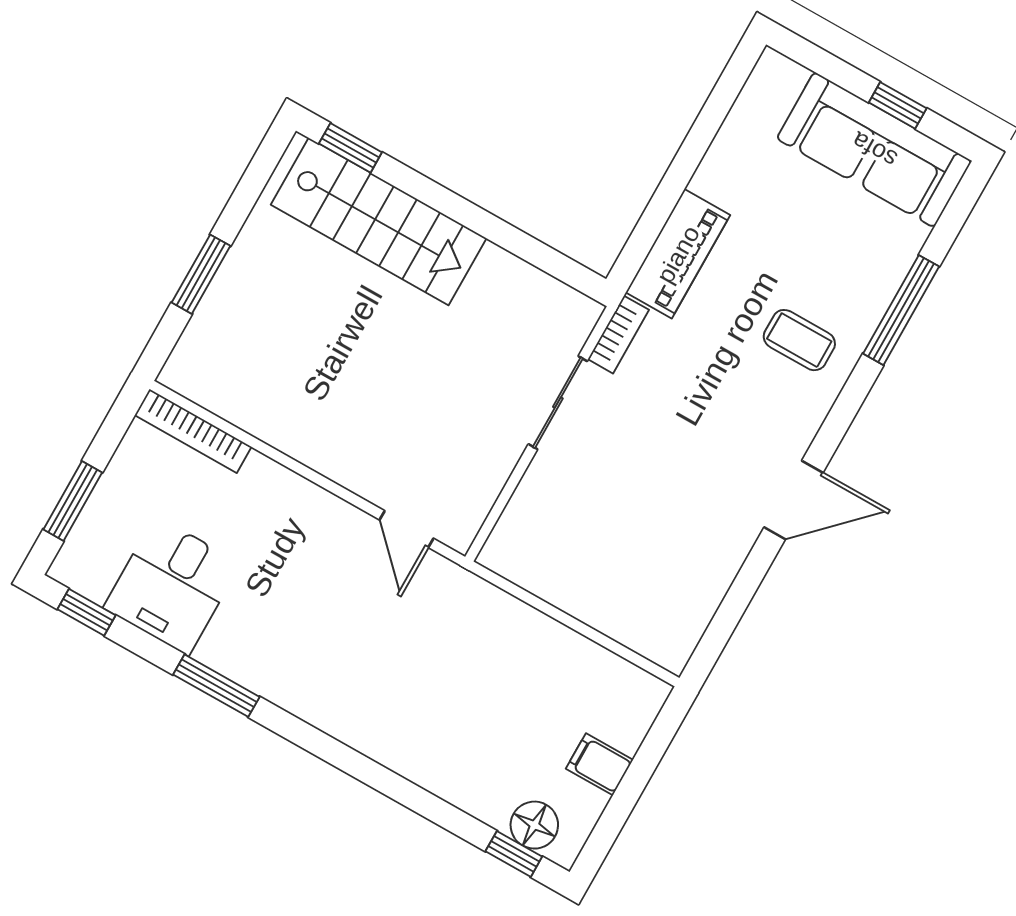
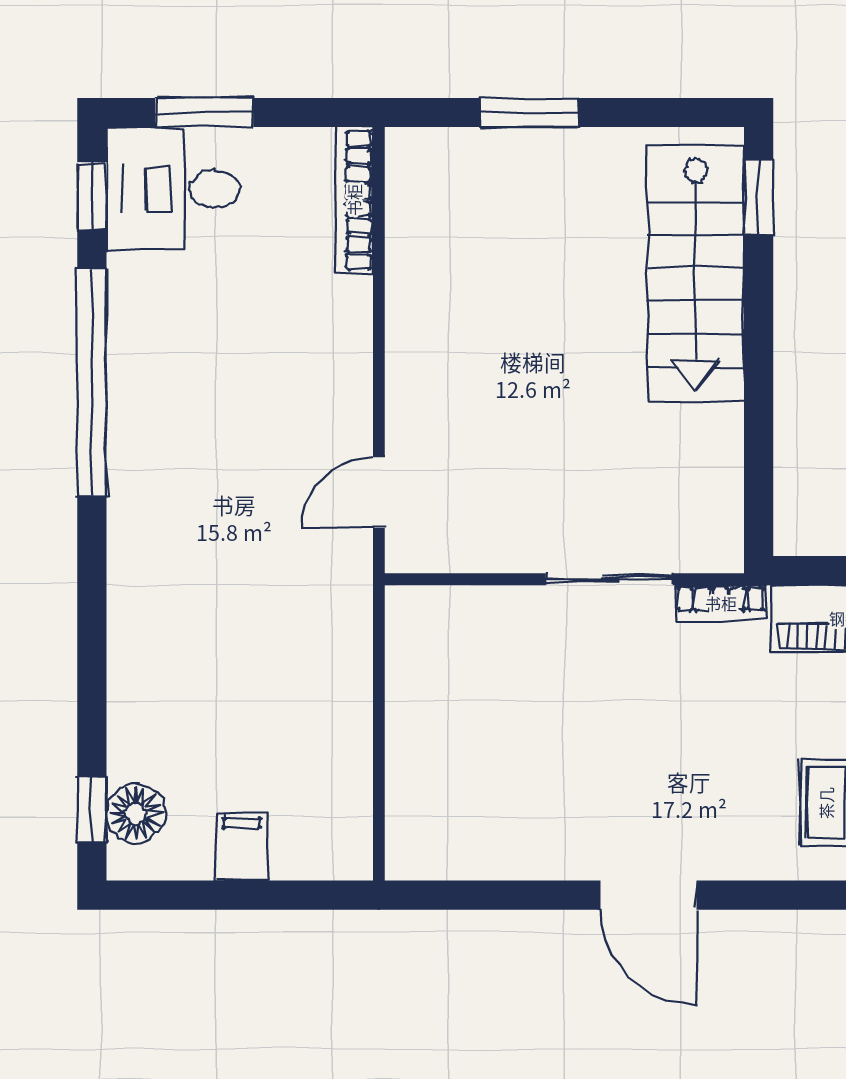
desk: (172, 586) -> (173, 189), moved
window: (216, 686) -> (92, 382), width x2.11

